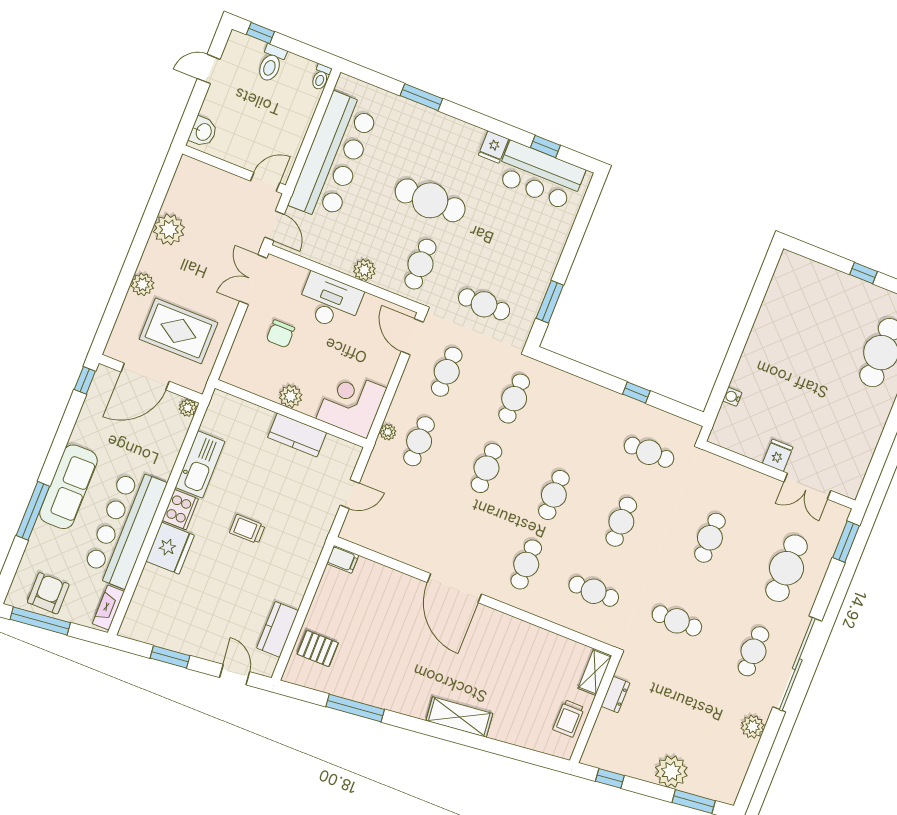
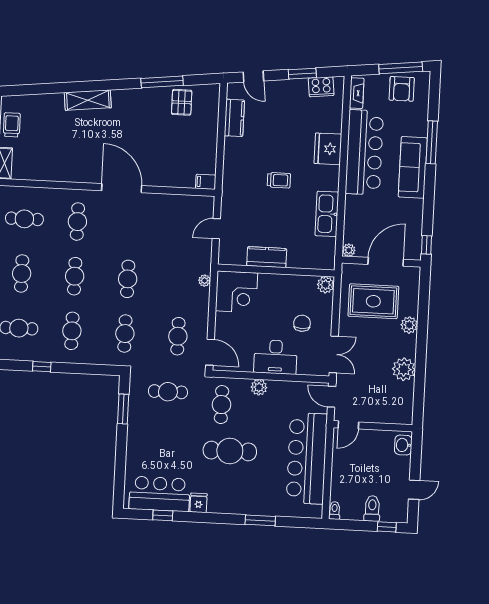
plant: (291, 396) -> (326, 285), moved
cafe table: (419, 441) -> (72, 331), moved
cooker: (180, 510) -> (321, 87), moved, turned -96
pallet: (318, 649) -> (182, 102), moved, turned 90

